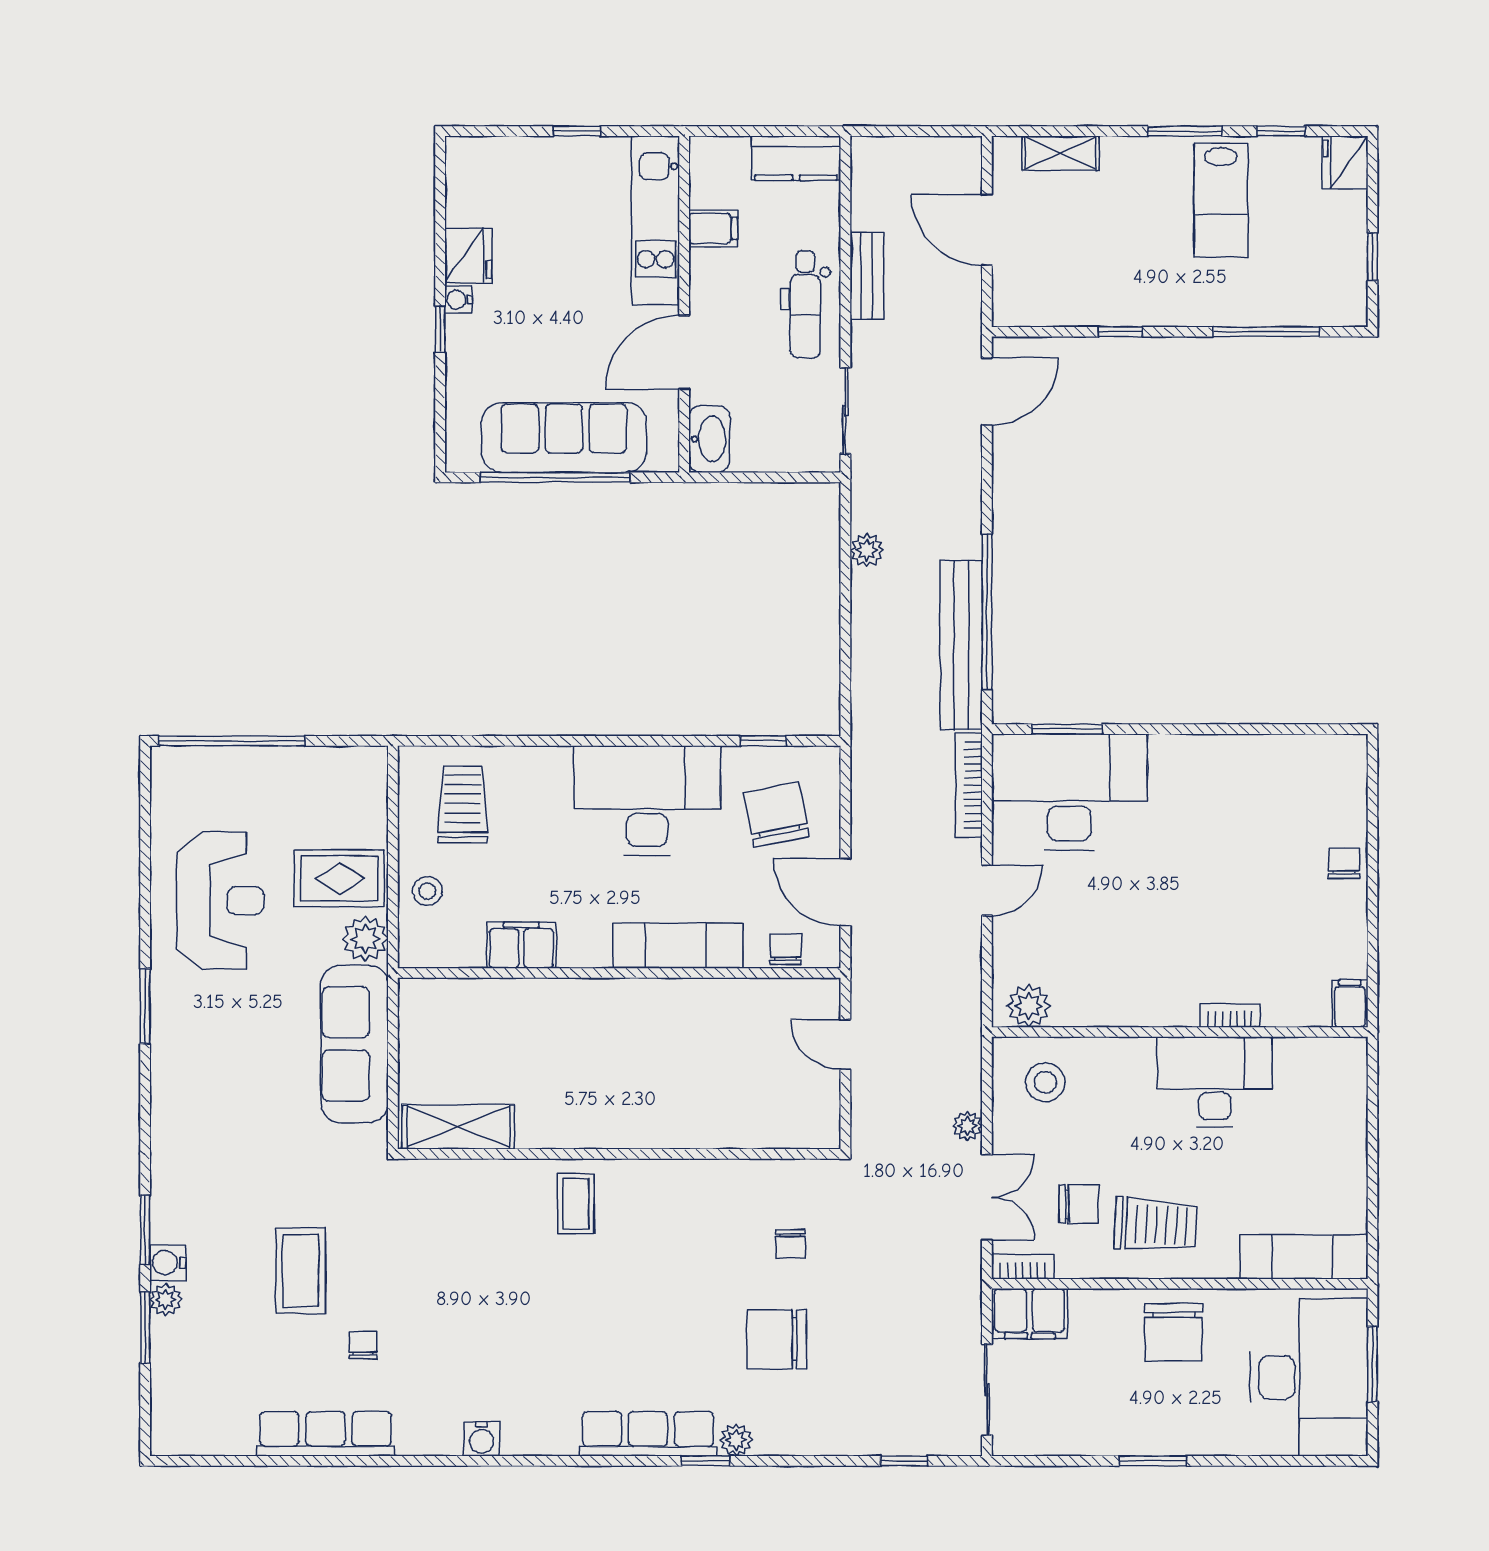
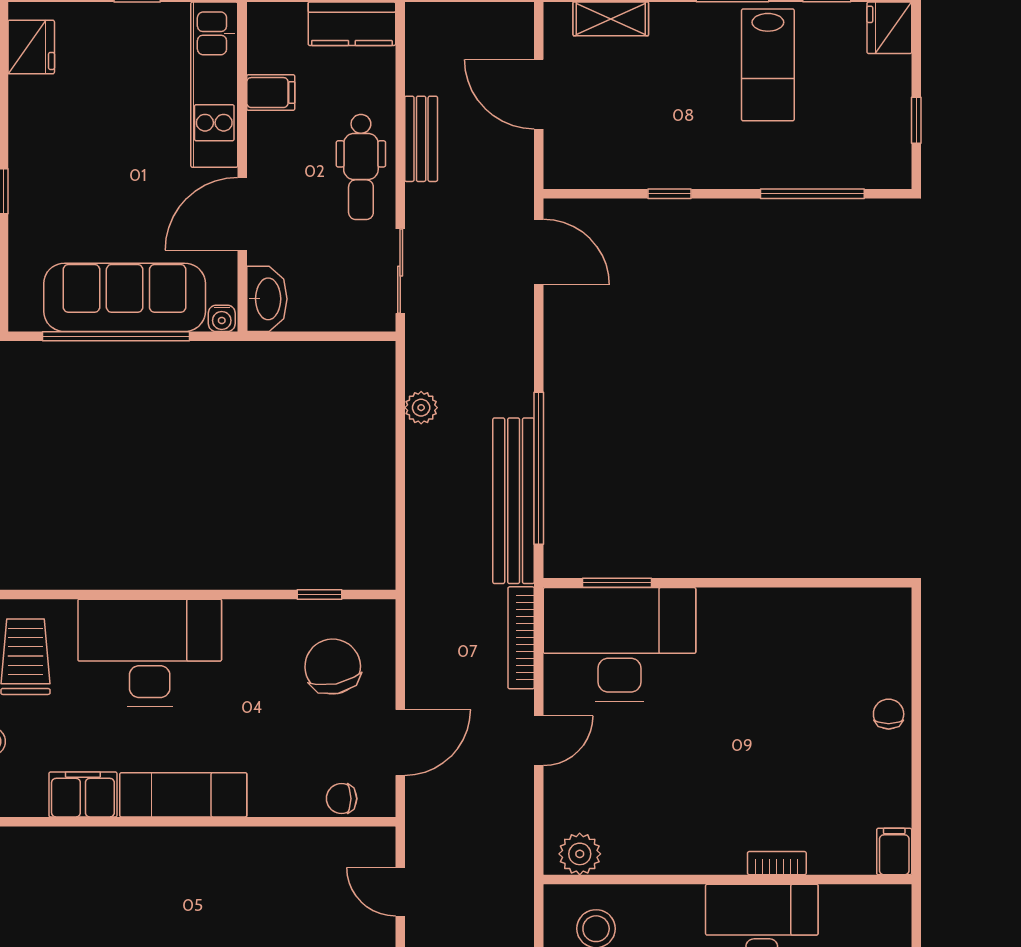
fridge: (468, 255) -> (31, 47), moved
water cooler: (458, 300) -> (222, 318), moved, turned -90
door: (987, 391) -> (539, 252), hinge flipped
desk: (647, 800) -> (150, 653), moved
door: (845, 892) -> (400, 742), swing flipped
exam couch: (678, 946) -> (183, 795), moved
chair: (786, 949) -> (342, 799), turned -90

